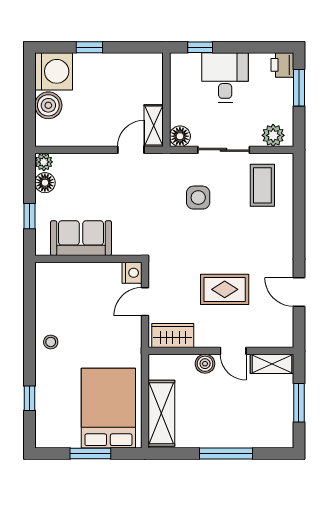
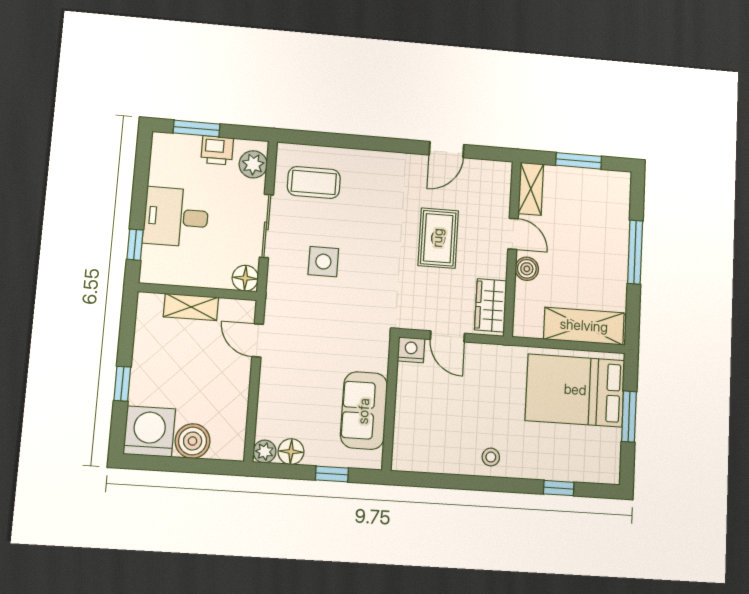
printer: (282, 65) -> (217, 150), moved
shelving: (154, 126) -> (191, 307), moved
door: (233, 351) -> (513, 234), hinge flipped

